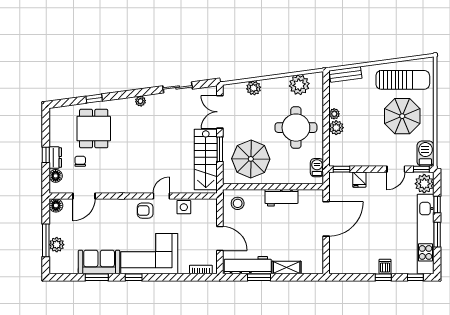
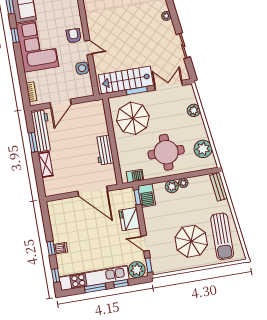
barbecue: (425, 154) -> (147, 196), moved, turned 90
fridge: (359, 180) -> (130, 219), width x1.88, depth x1.34
stool: (238, 203) -> (93, 113), removed

